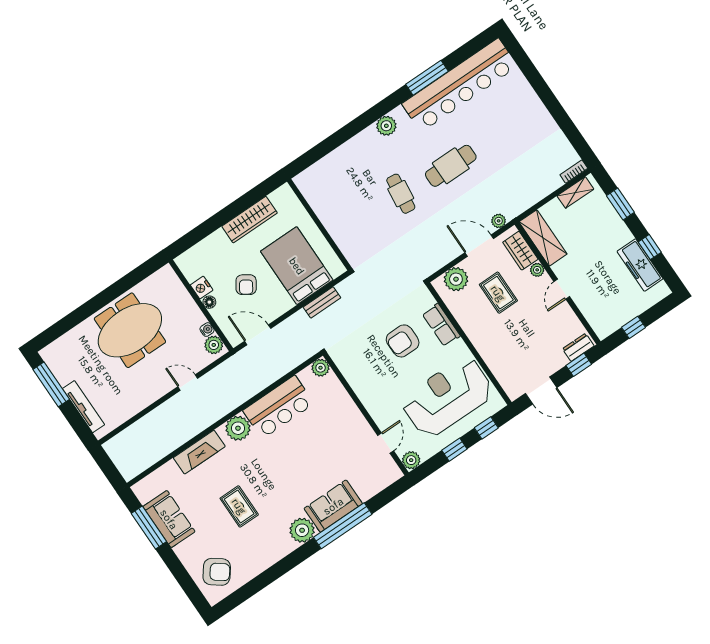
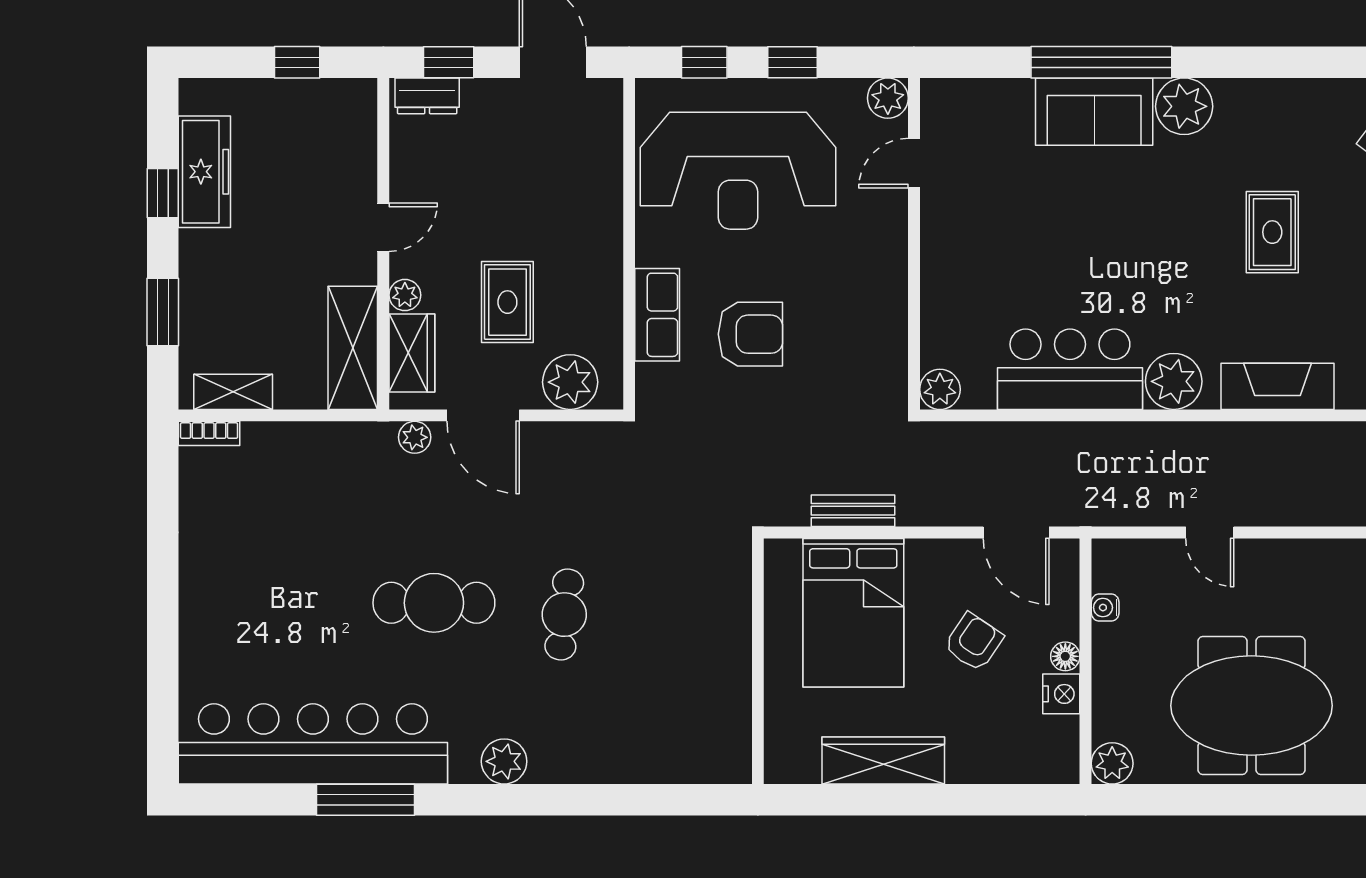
plant: (214, 345) -> (1112, 763), moved

